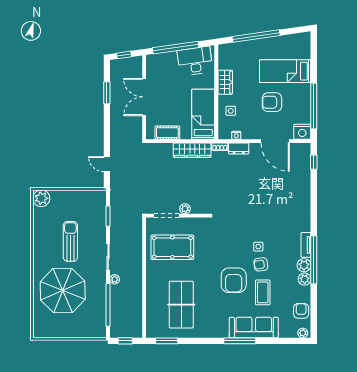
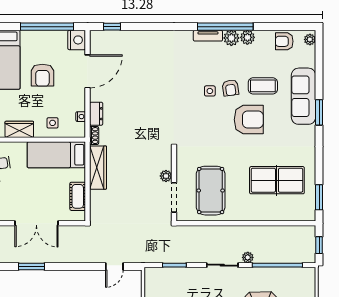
window: (240, 341) -> (319, 112), width x0.69

